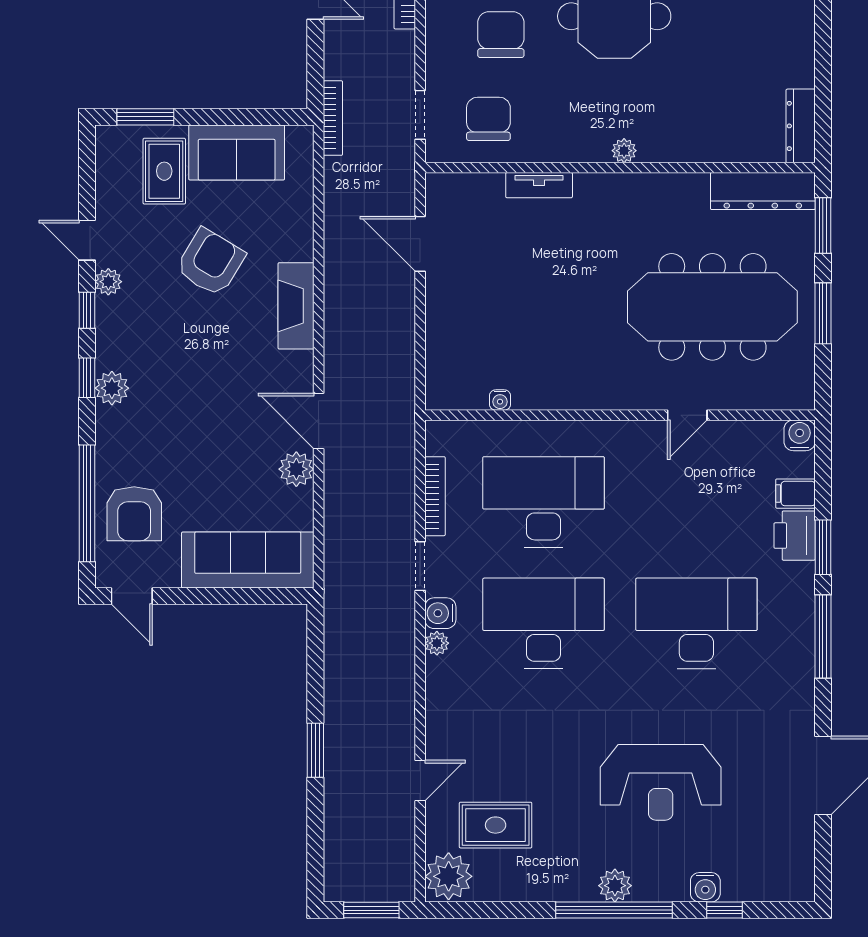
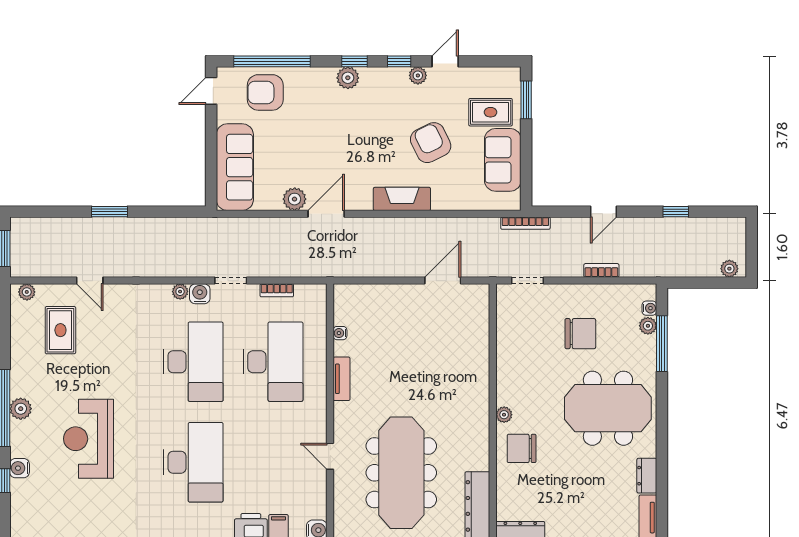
chair: (488, 119) -> (522, 448), moved, turned 180
tv unit: (539, 185) -> (342, 379), moved, turned 180
armchair: (210, 262) -> (431, 143), turned -147
bookcase: (435, 496) -> (277, 290), width x0.64
plant: (449, 876) -> (27, 292), width x0.53, depth x0.53

